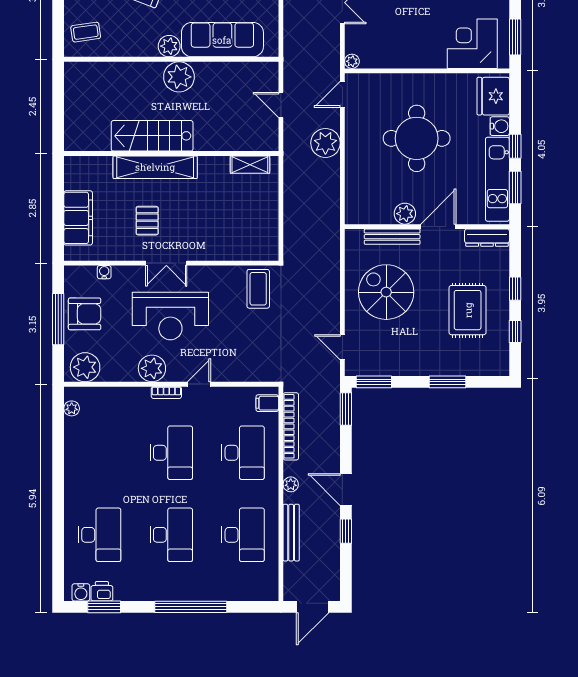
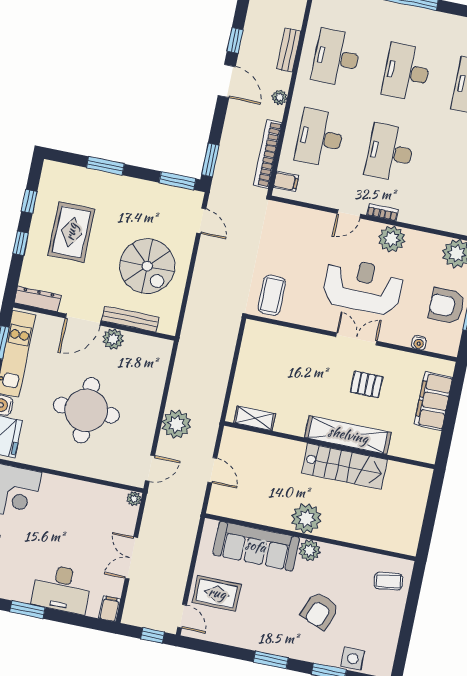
pallet: (147, 221) -> (367, 384), turned 90
bench: (291, 533) -> (289, 50), width x0.73

